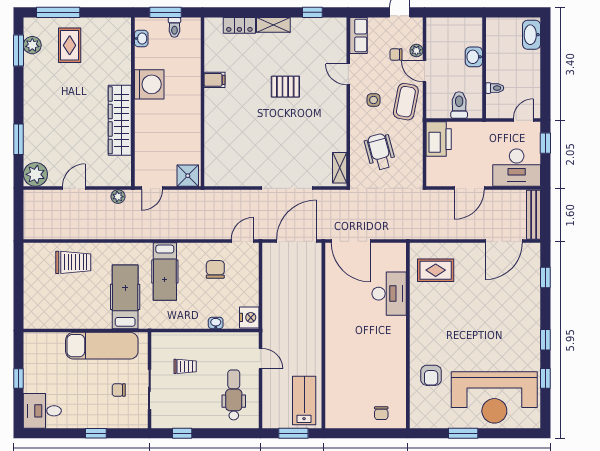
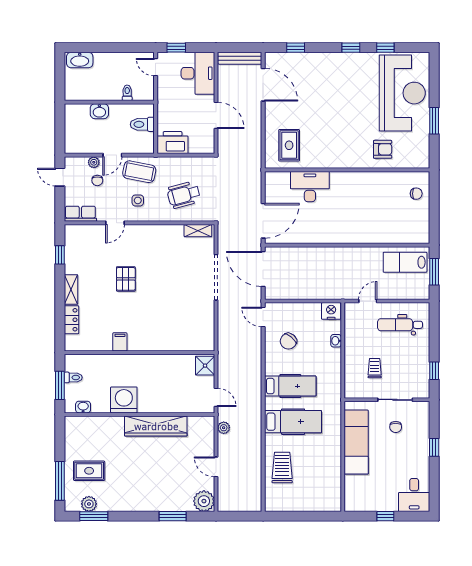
chair: (215, 269) -> (288, 341), turned -50
hospital bed: (125, 297) -> (293, 422), moved, turned 180

